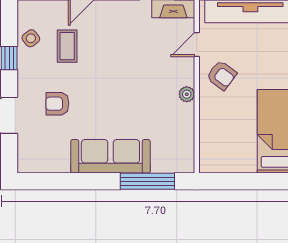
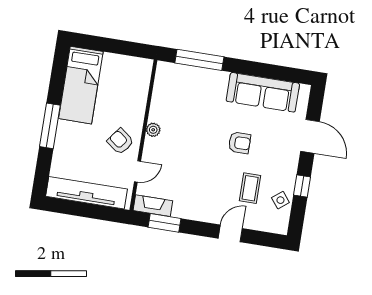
armchair: (57, 104) -> (240, 143), moved
sofa: (110, 156) -> (263, 92), moved

